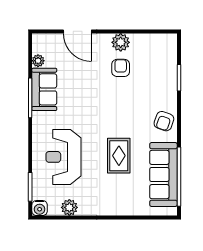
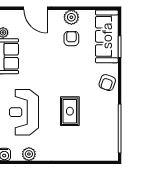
sofa: (163, 175) -> (107, 36), moved

